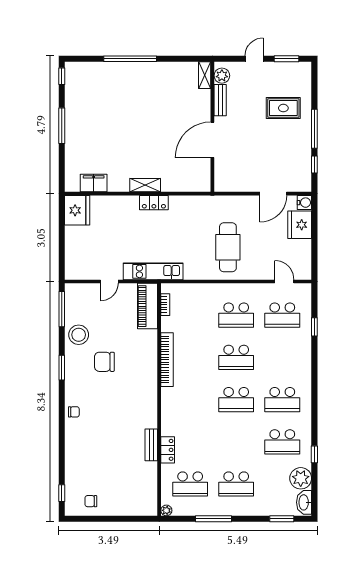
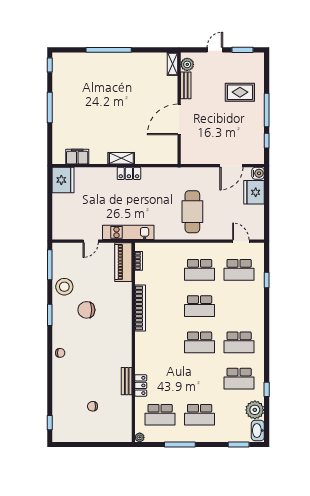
chair: (91, 501) -> (93, 406), moved

